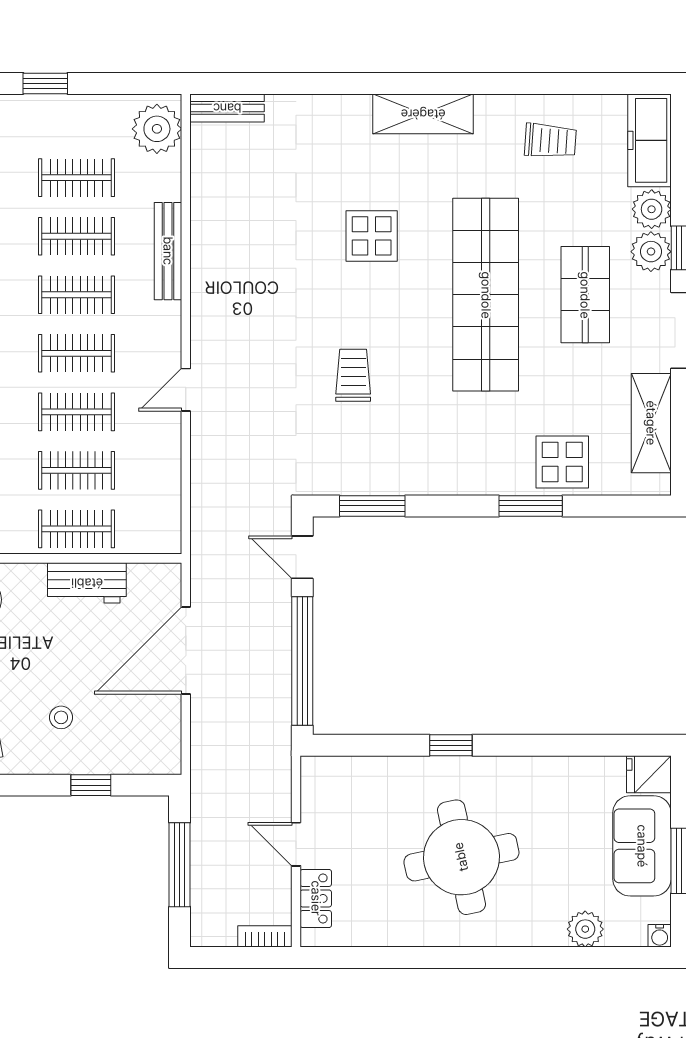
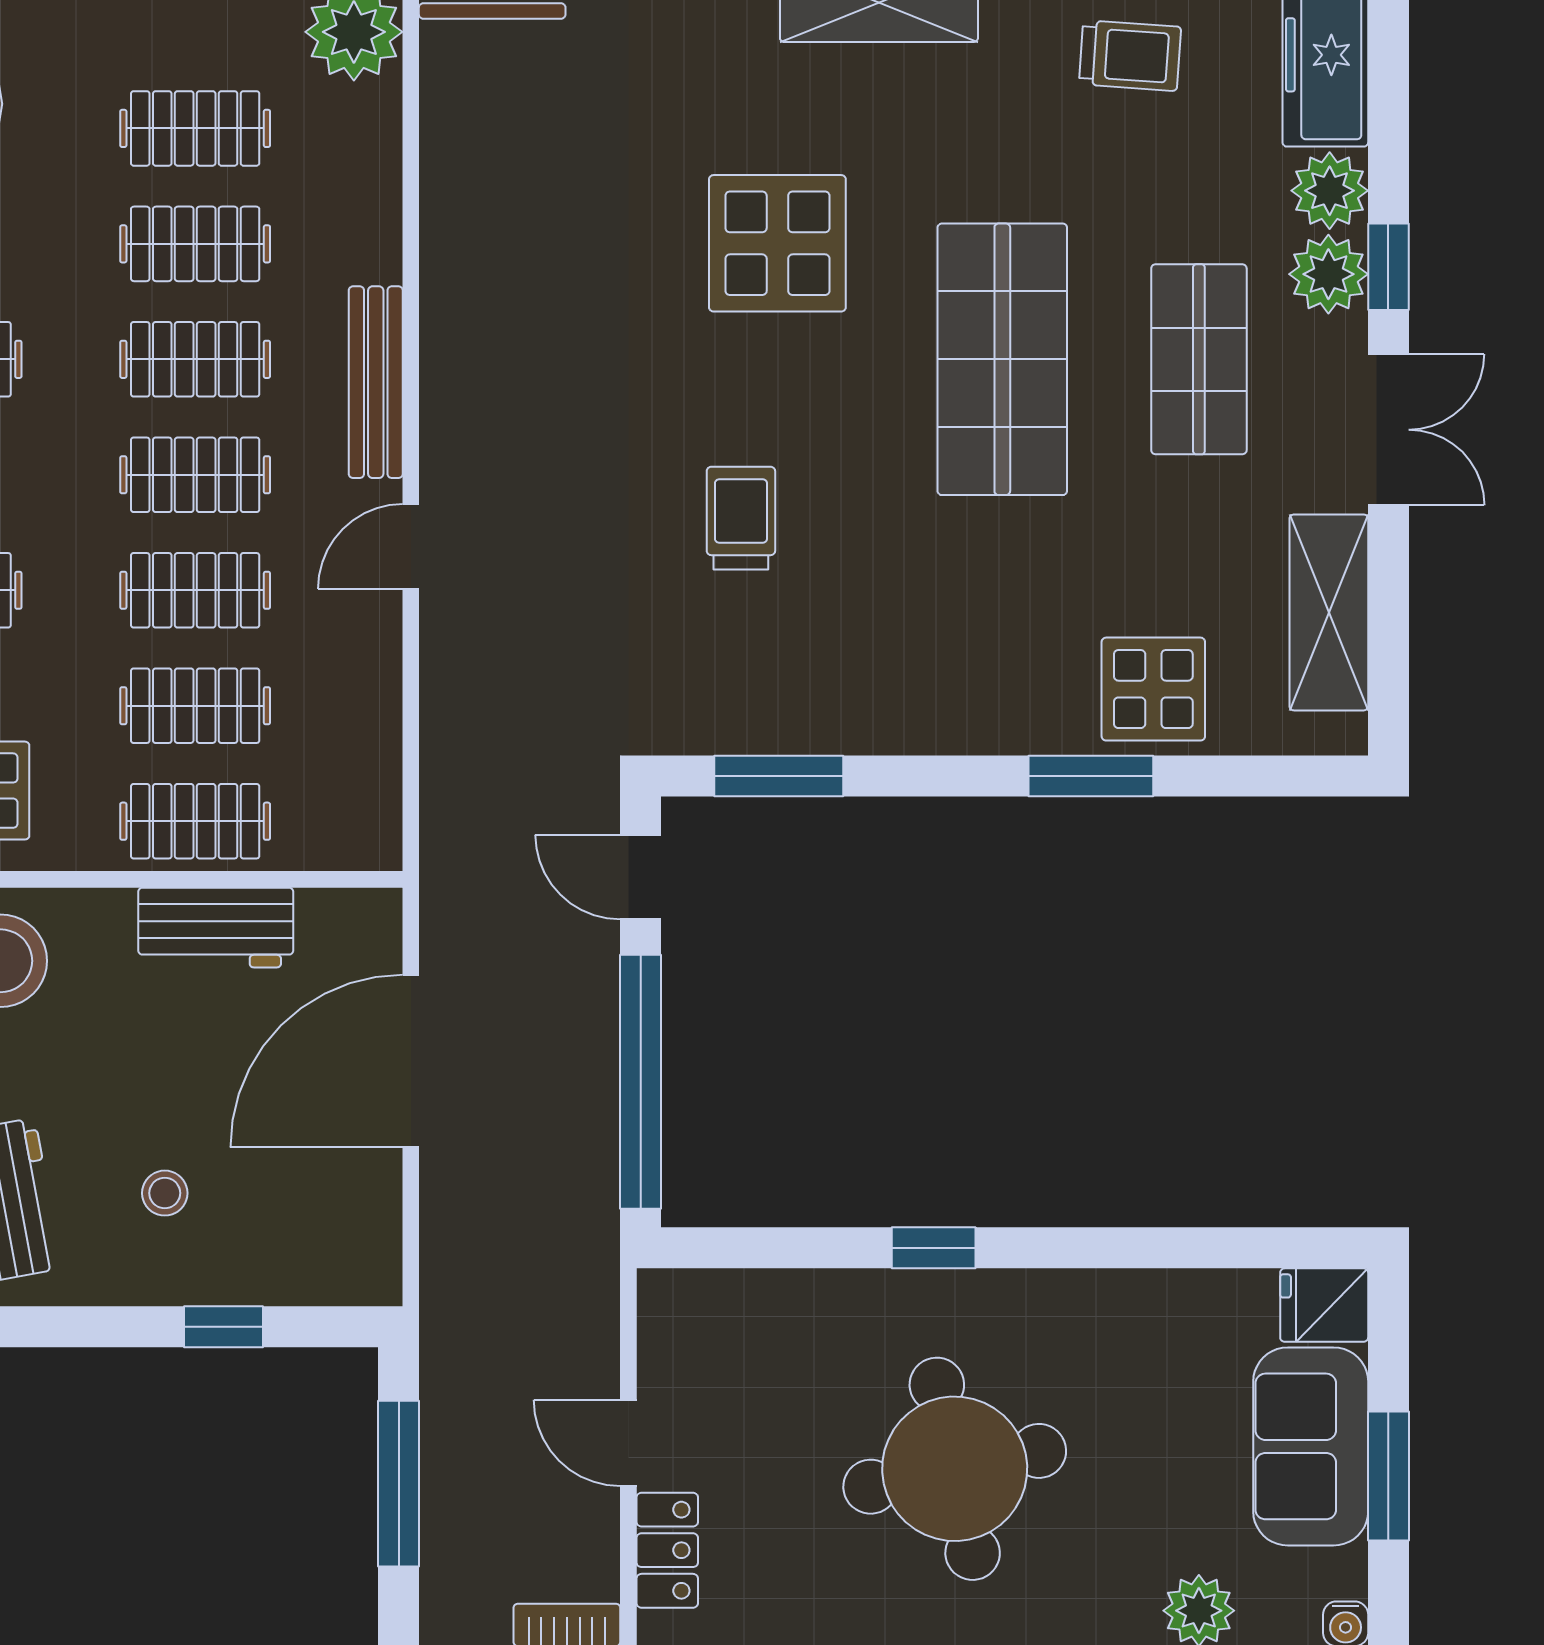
display table: (372, 236) -> (777, 243), width x1.36, depth x1.36
bench: (168, 251) -> (376, 382), moved
shop shelf: (486, 295) -> (1002, 359), width x0.71

